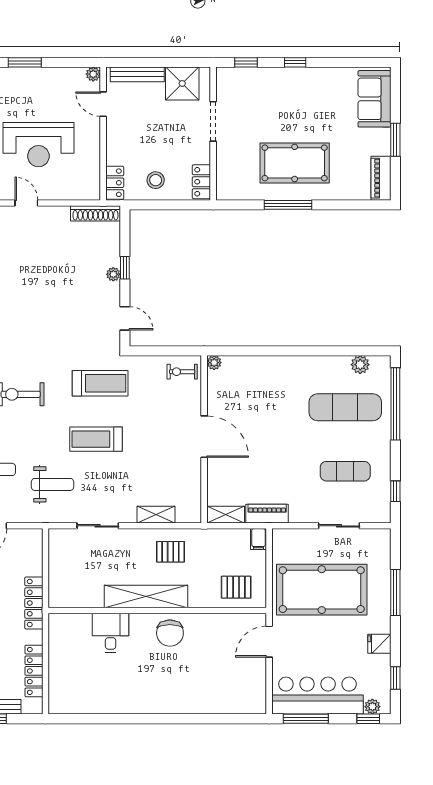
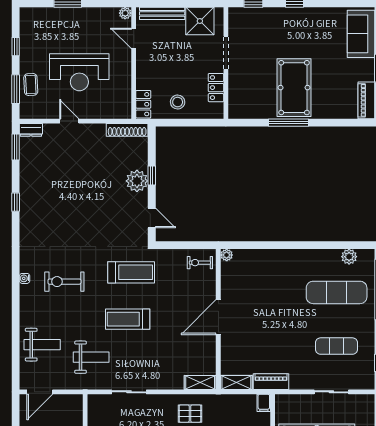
pool table: (295, 163) -> (294, 88), turned 90
locker: (201, 182) -> (216, 88), moved
plant: (113, 274) -> (137, 181), width x1.87, depth x1.87
door: (204, 437) -> (218, 317), swing flipped
shelving: (156, 515) -> (200, 382), moved

